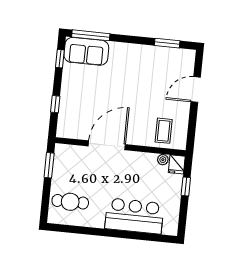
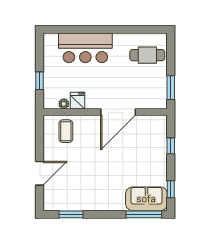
fridge: (177, 164) -> (77, 101), moved

